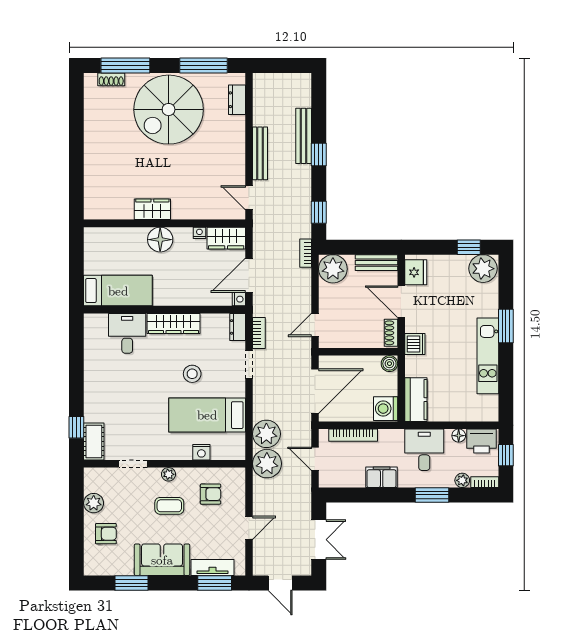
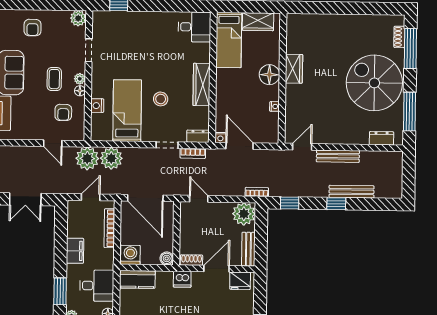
wardrobe: (226, 238) -> (258, 22), moved, turned -90
desk: (127, 333) -> (194, 27), moved
cot: (94, 441) -> (107, 19), removed
floor lamp: (183, 474) -> (80, 91), added
plant: (94, 503) -> (78, 18), moved
door: (249, 528) -> (53, 143), moved

